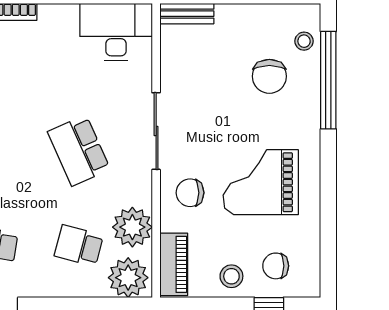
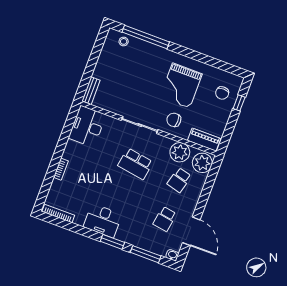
chair: (269, 76) -> (134, 63), removed
school desk: (79, 150) -> (135, 164), turned 33
chair: (190, 193) -> (174, 120), turned 90
stool: (231, 276) -> (219, 115), removed

